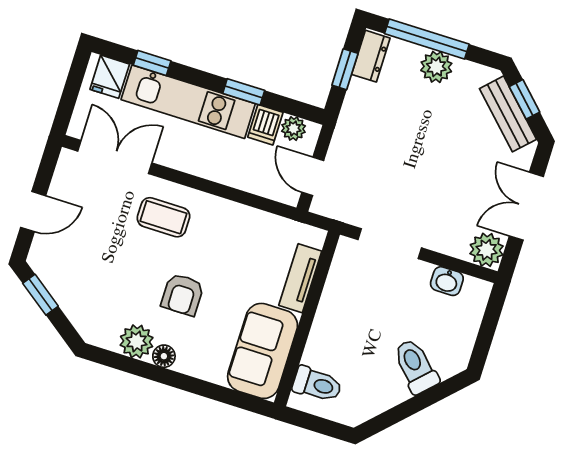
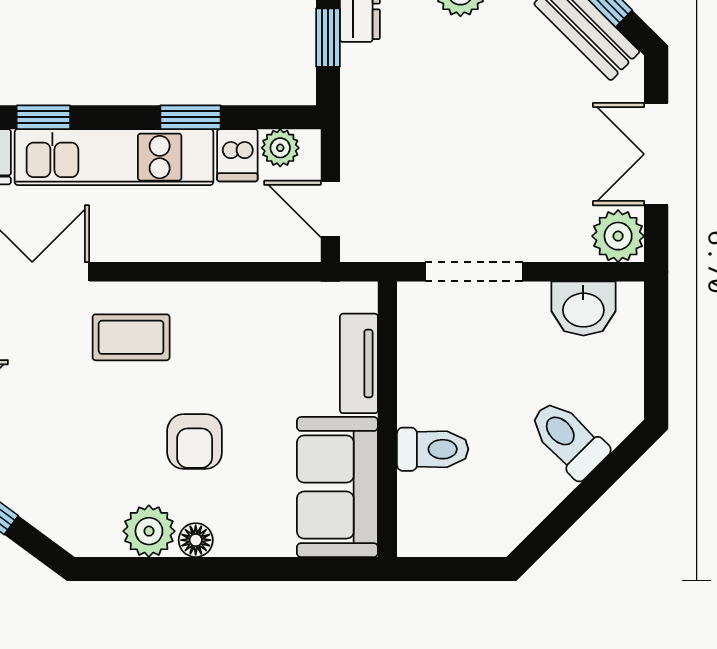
washbasin: (447, 281) -> (583, 308), width x1.38, depth x1.45
toilet: (317, 384) -> (433, 449), moved

